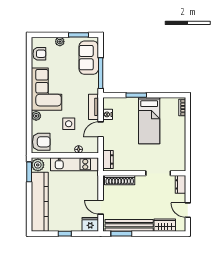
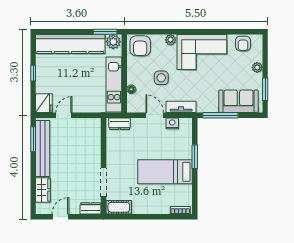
cot: (180, 160) -> (119, 207), added
shoe rack: (120, 180) -> (95, 137), removed

